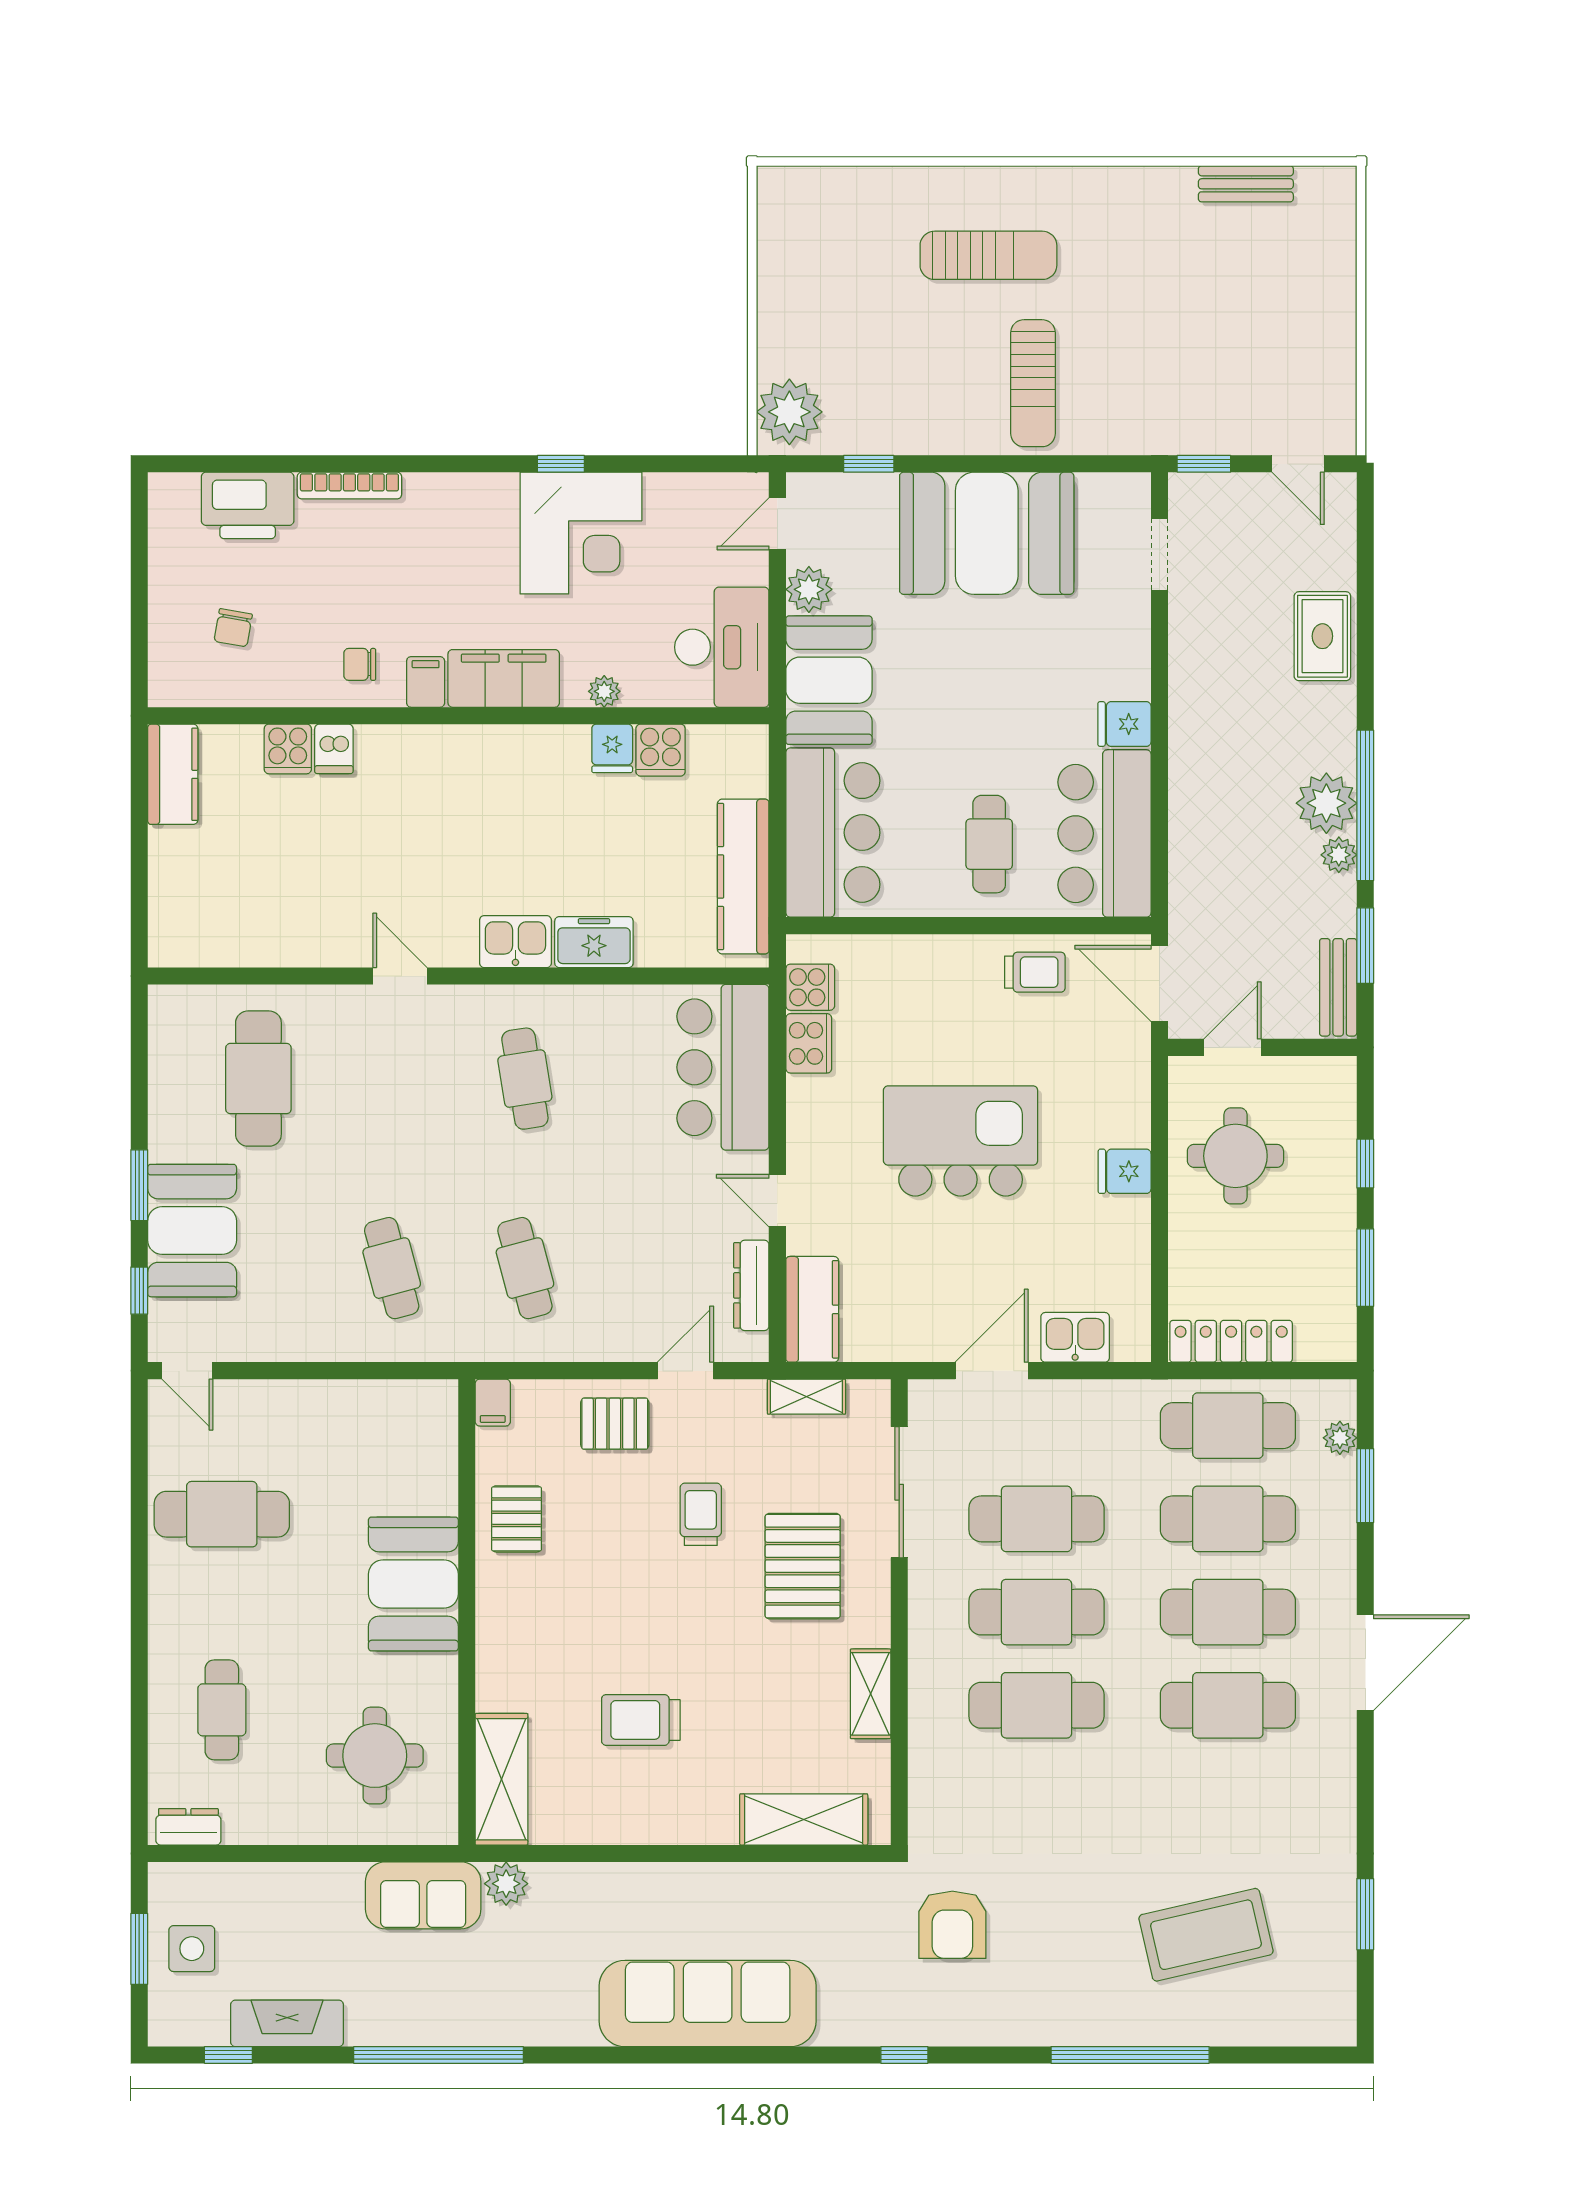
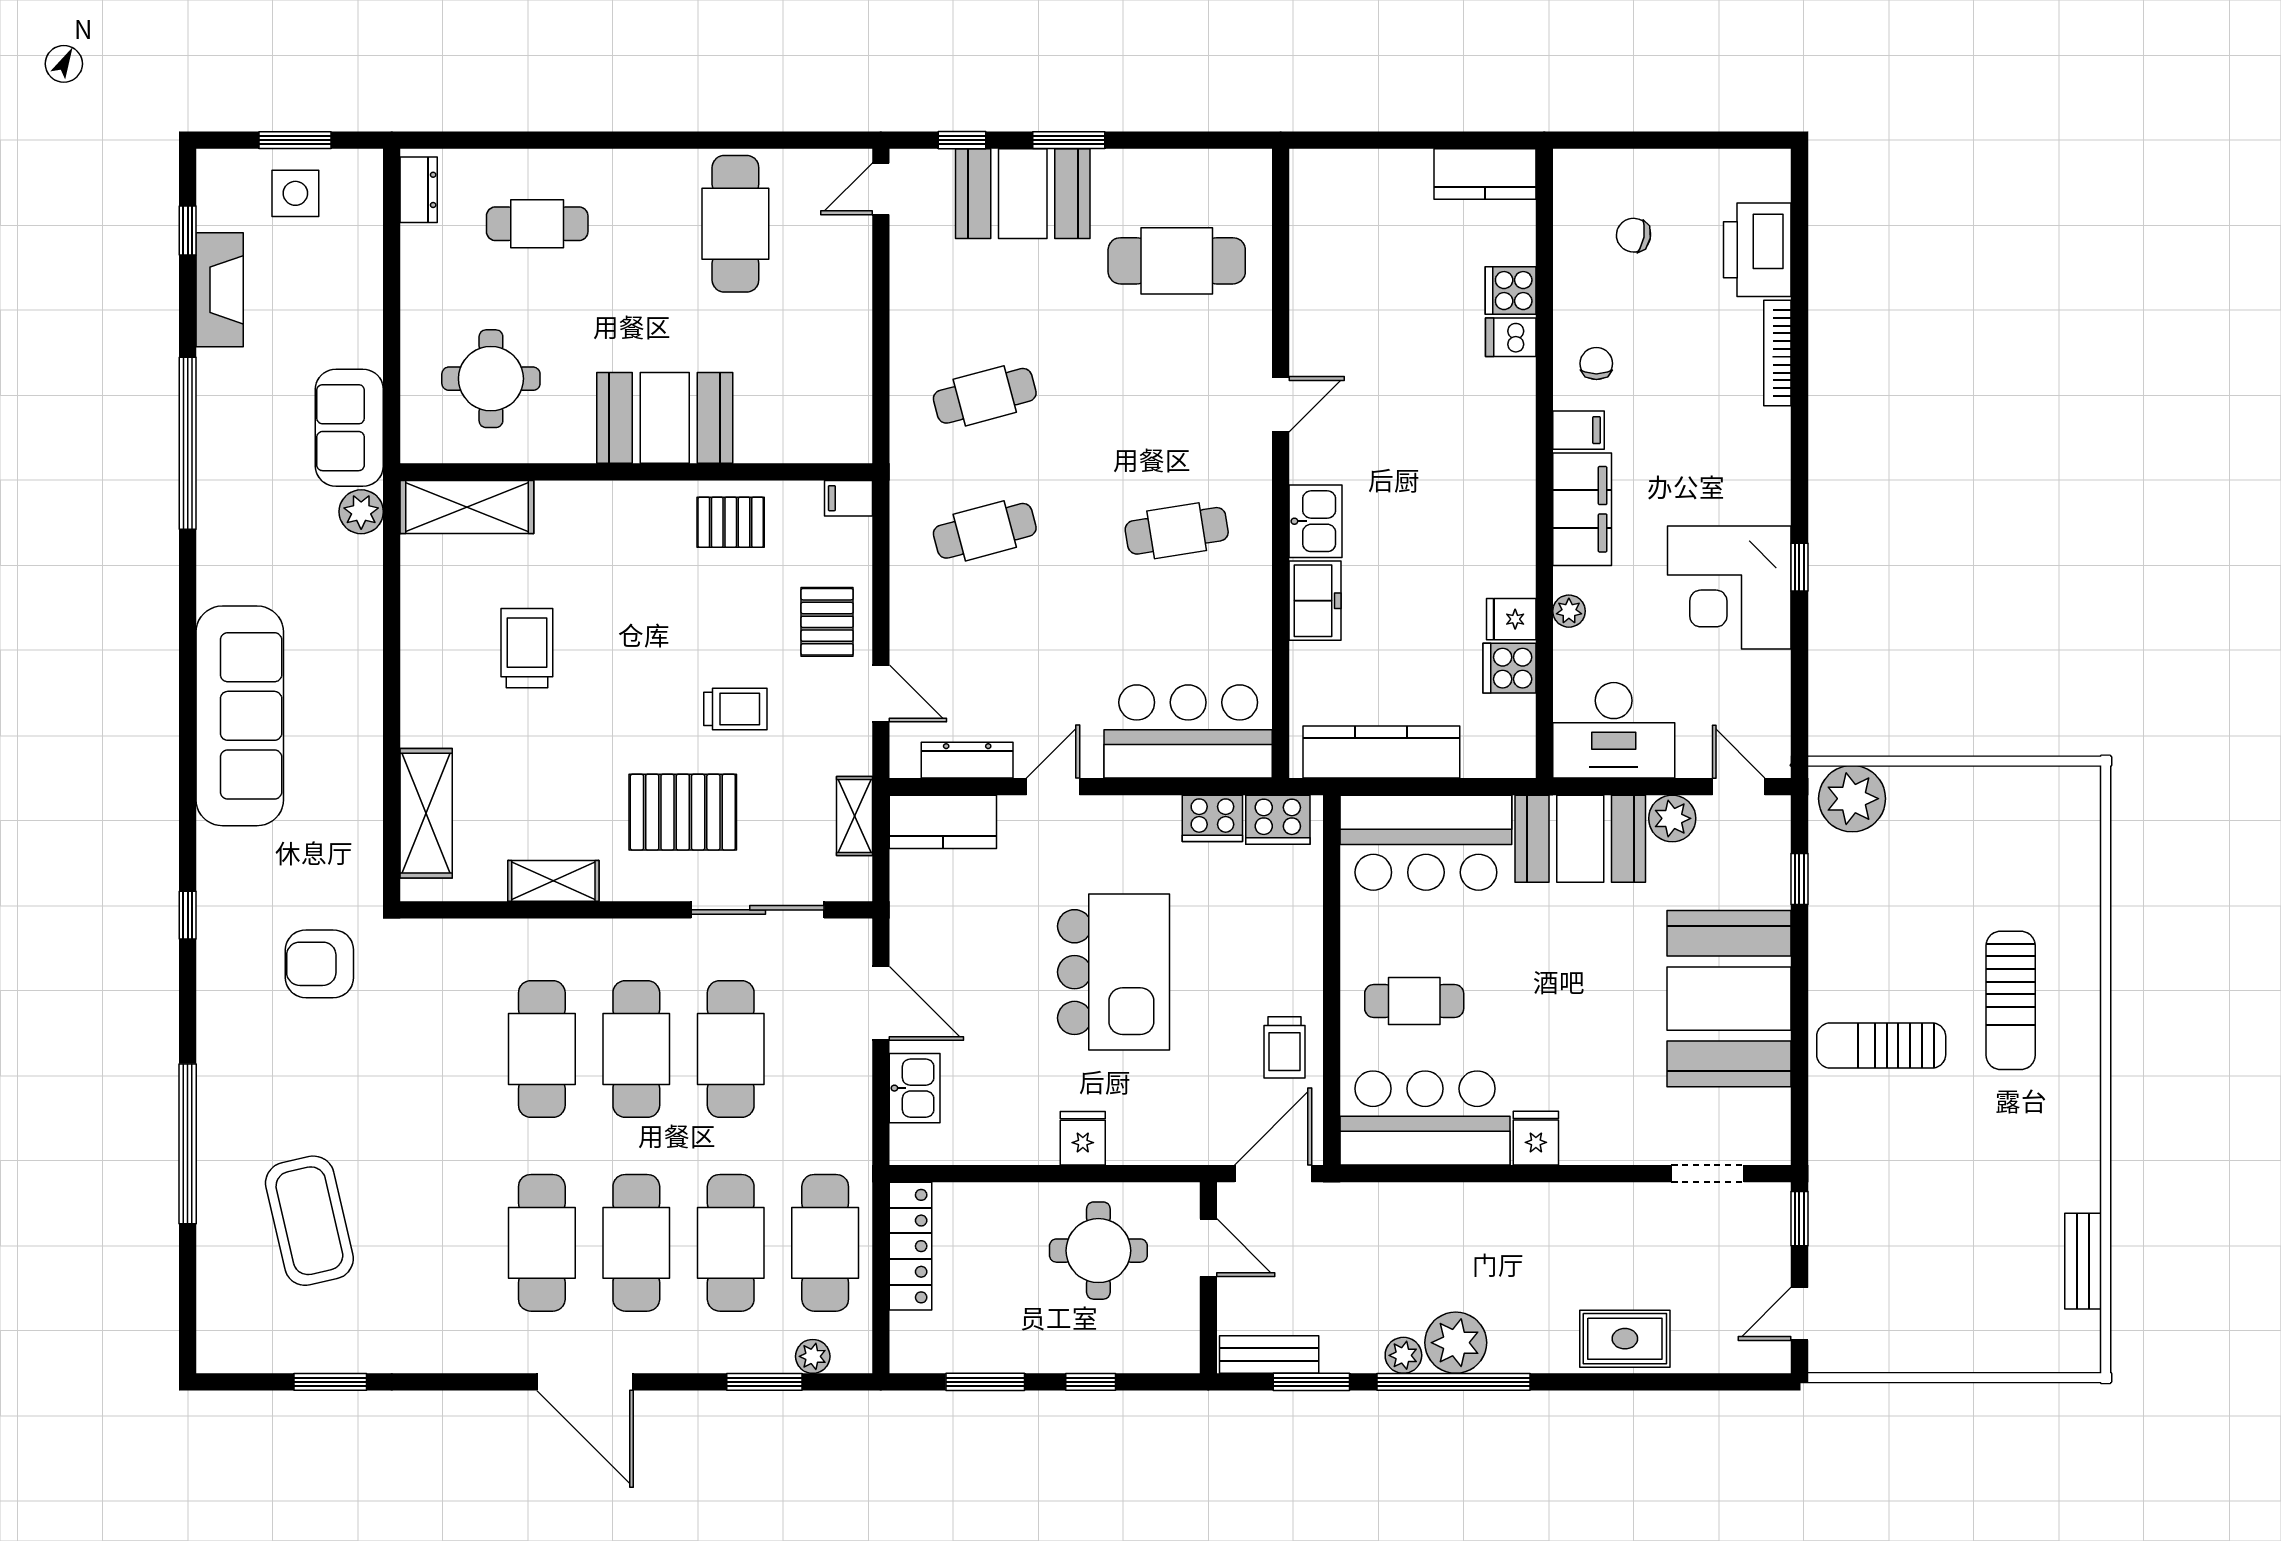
cooker: (810, 987) -> (1278, 820), width x1.36

